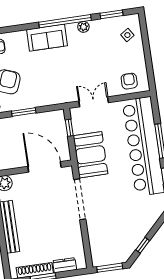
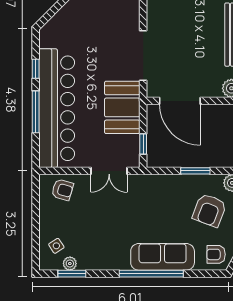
window: (65, 21) -> (151, 274), moved
plant: (83, 27) -> (70, 264), moved
sofa: (47, 38) -> (163, 257), width x1.36
armchair: (129, 81) -> (62, 190), turned -74

